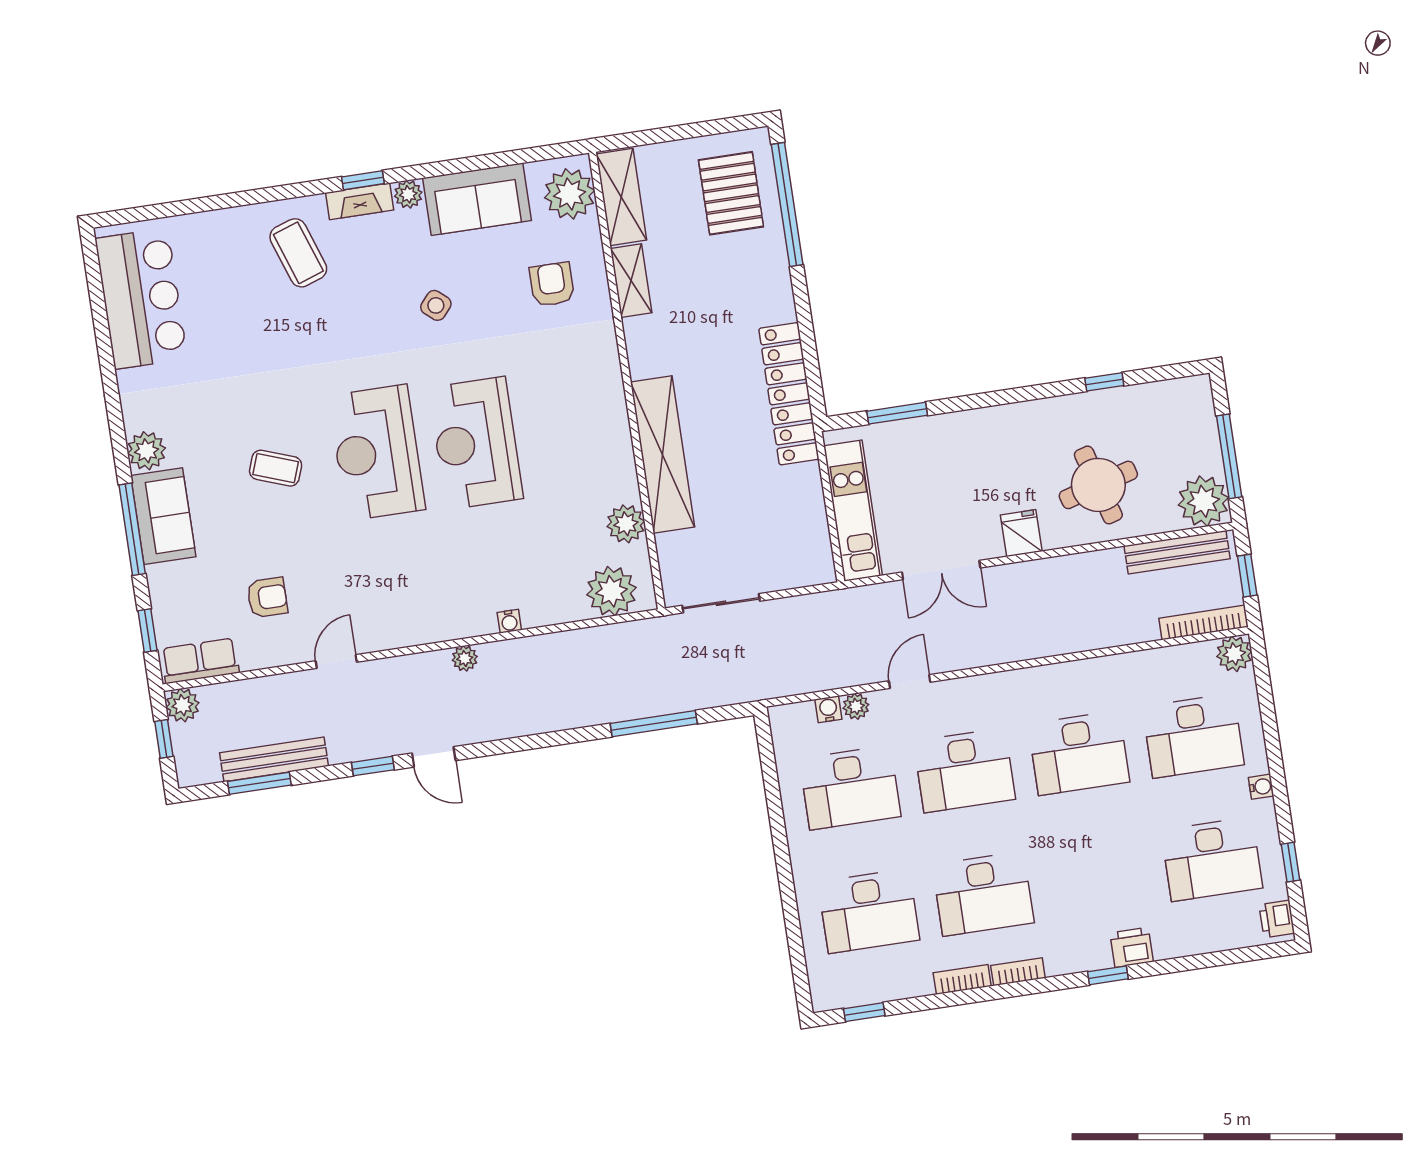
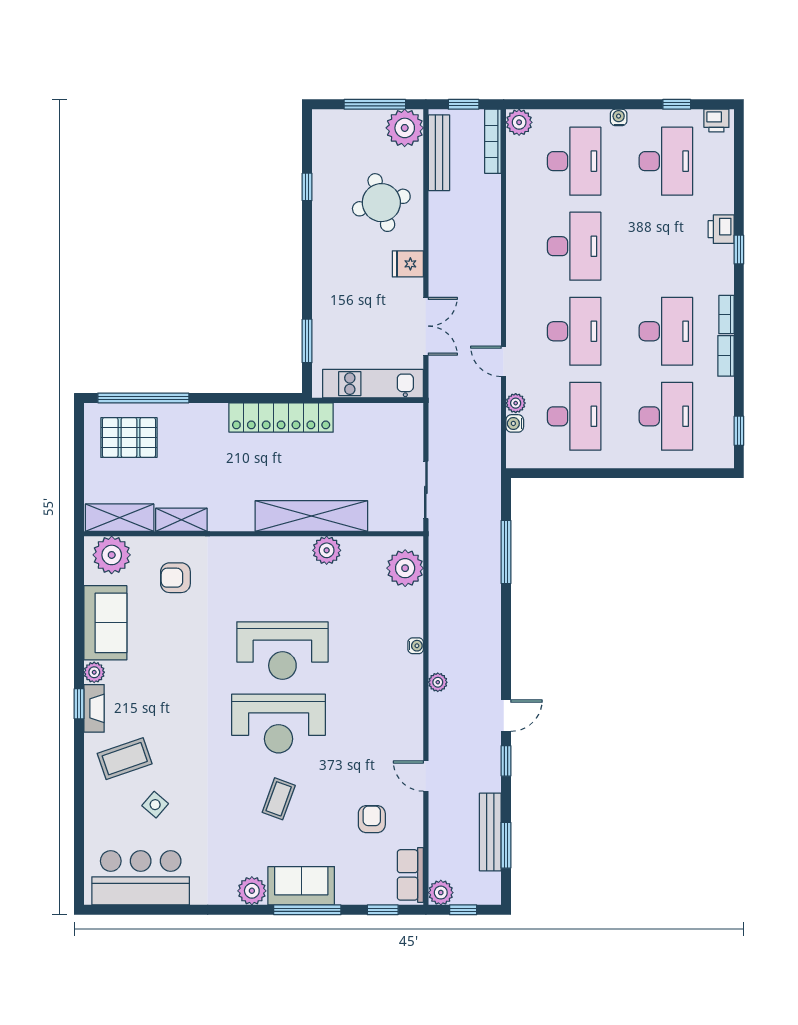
side table: (436, 305) -> (155, 805), moved
plant: (626, 524) -> (327, 550), moved

